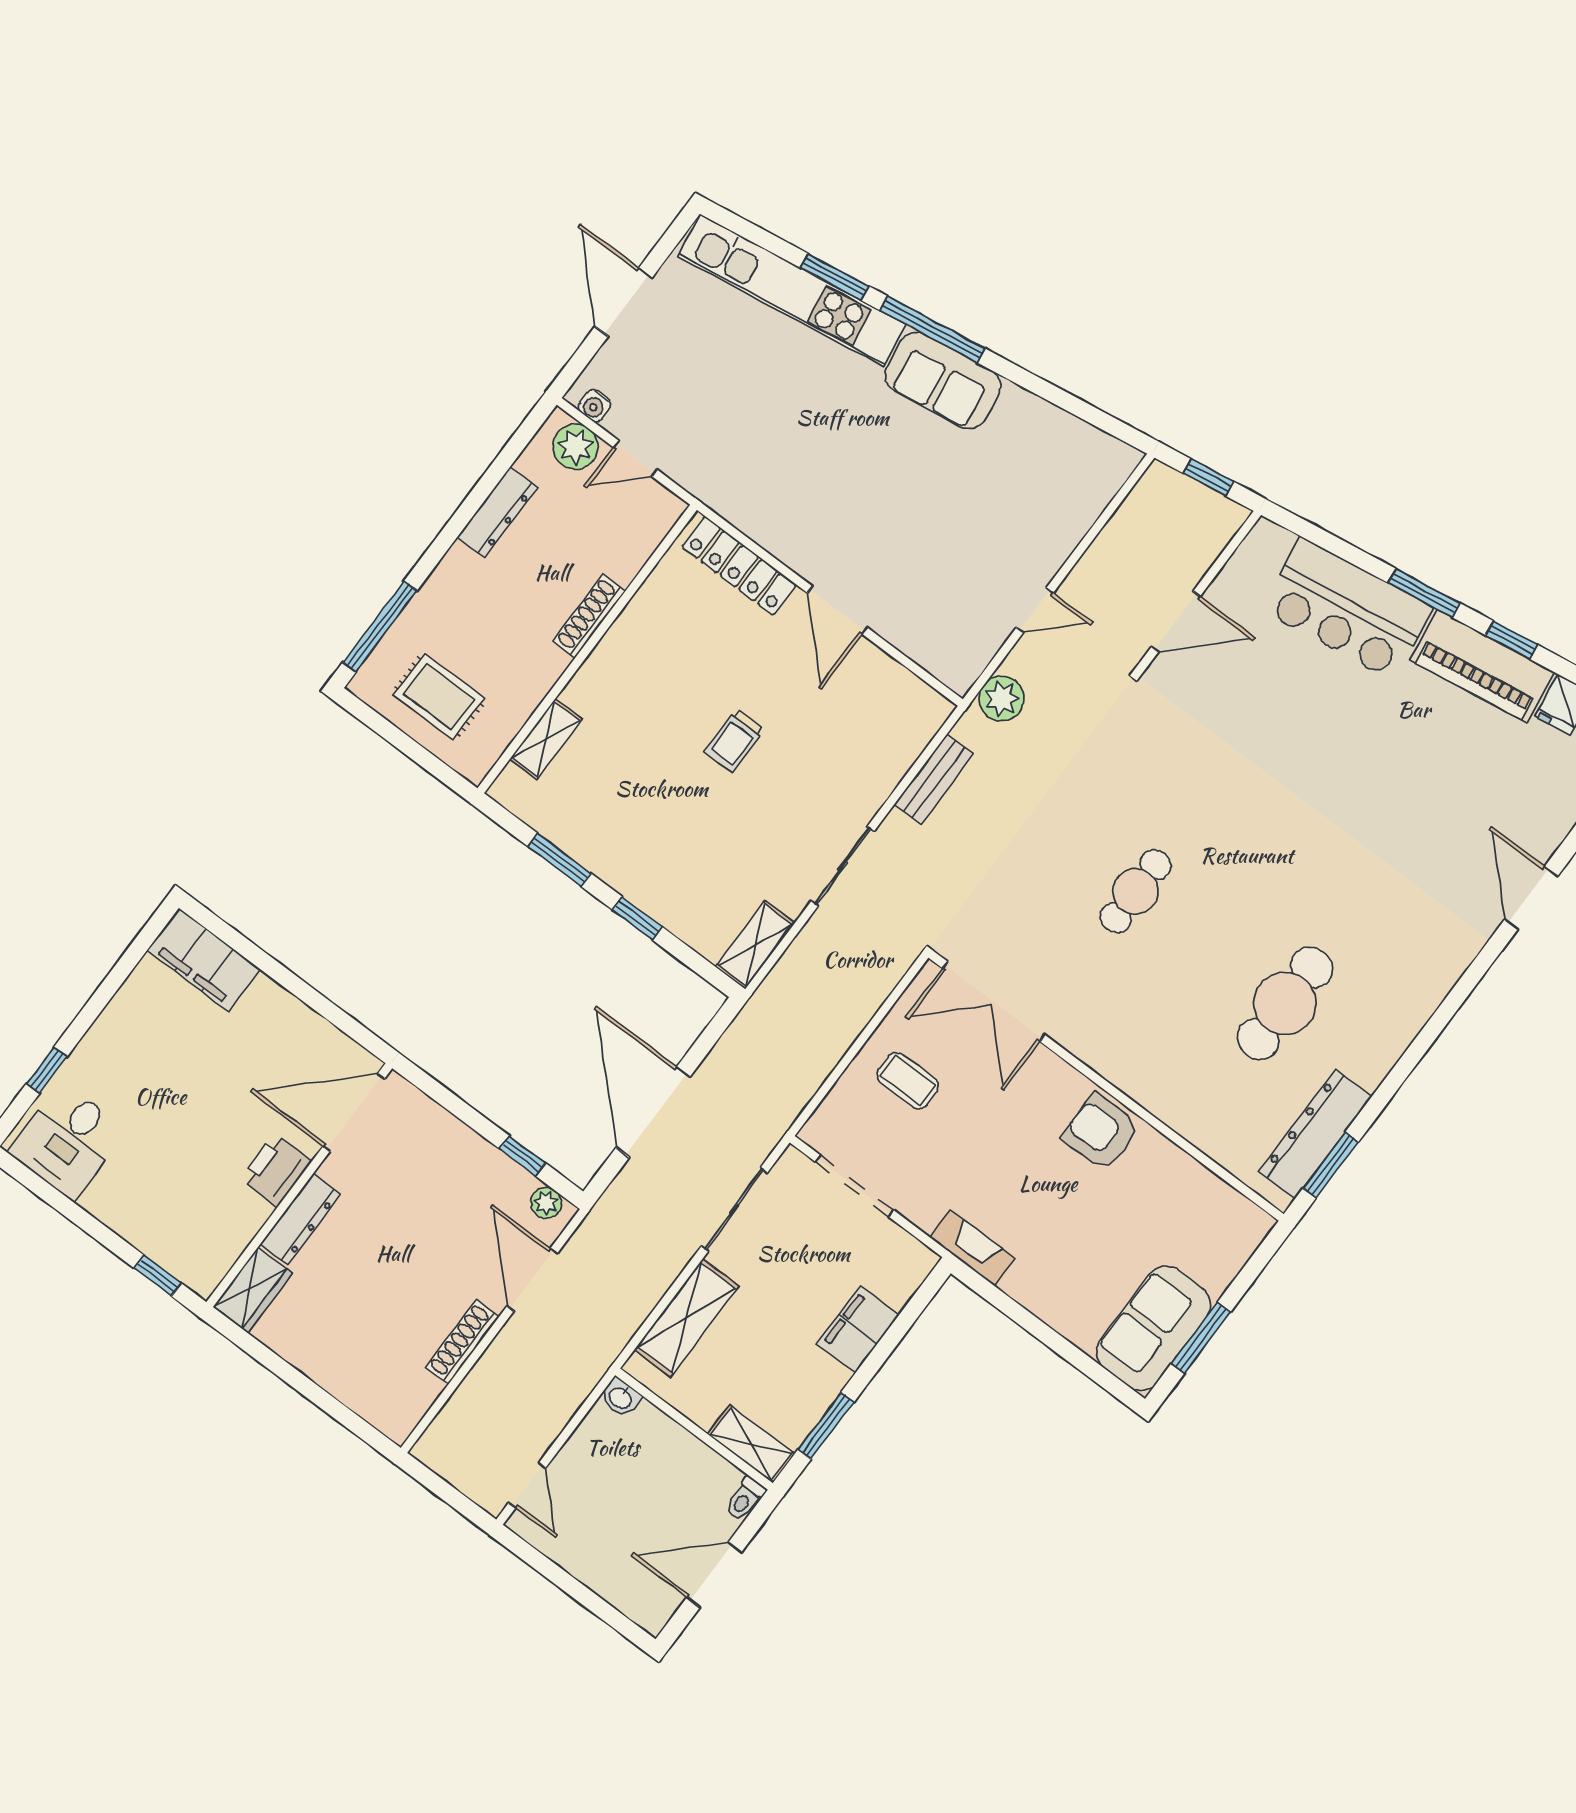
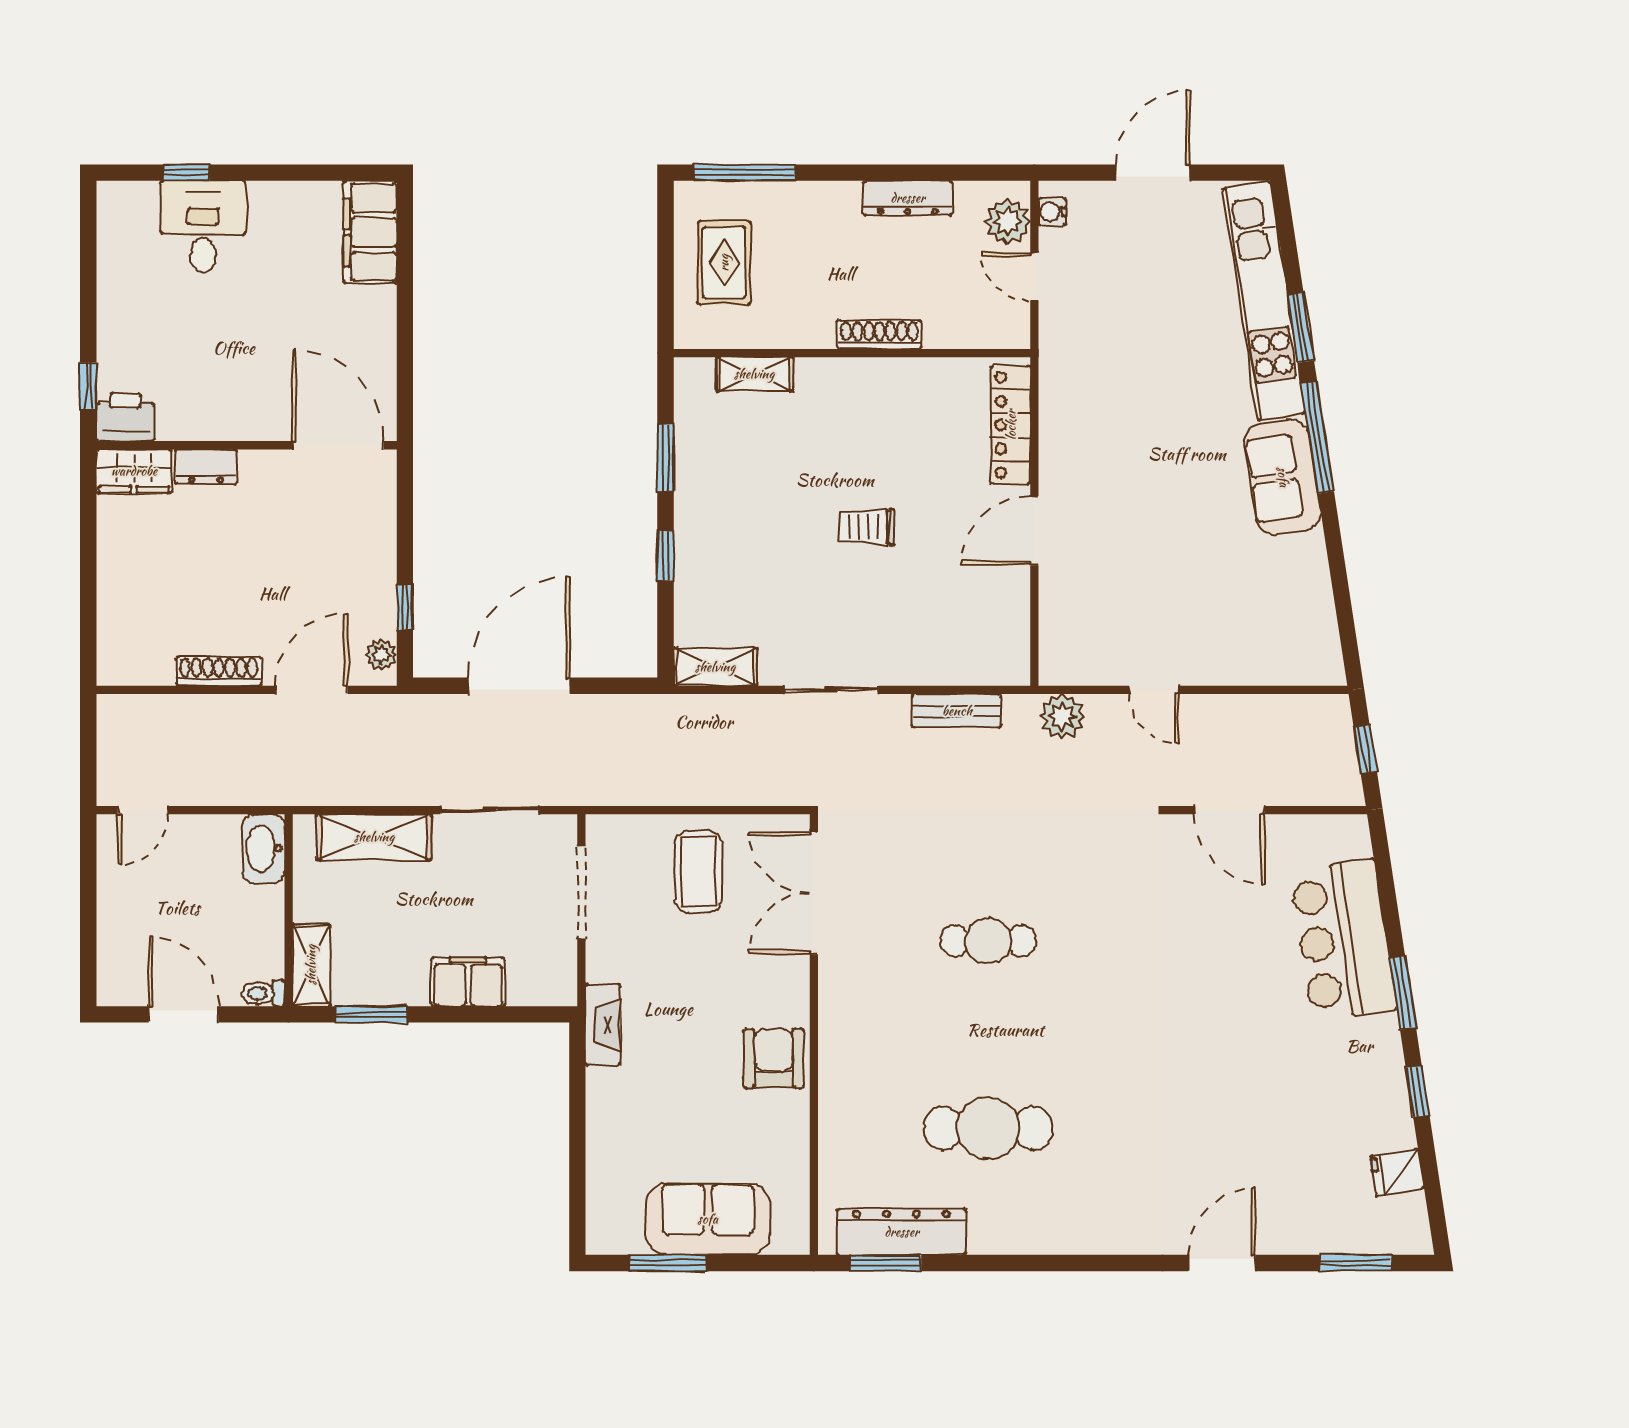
piano: (1482, 666) -> (1379, 1083), removed
coffee table: (908, 1081) -> (698, 872), width x1.36, depth x1.30
desk: (68, 1141) -> (203, 227), moved, turned 90
printer: (276, 1170) -> (125, 417), moved
dresser: (300, 1219) -> (206, 467), width x0.70
sofa: (1153, 1328) -> (708, 1219), moved
washbasin: (621, 1397) -> (263, 849), width x1.91, depth x1.45

